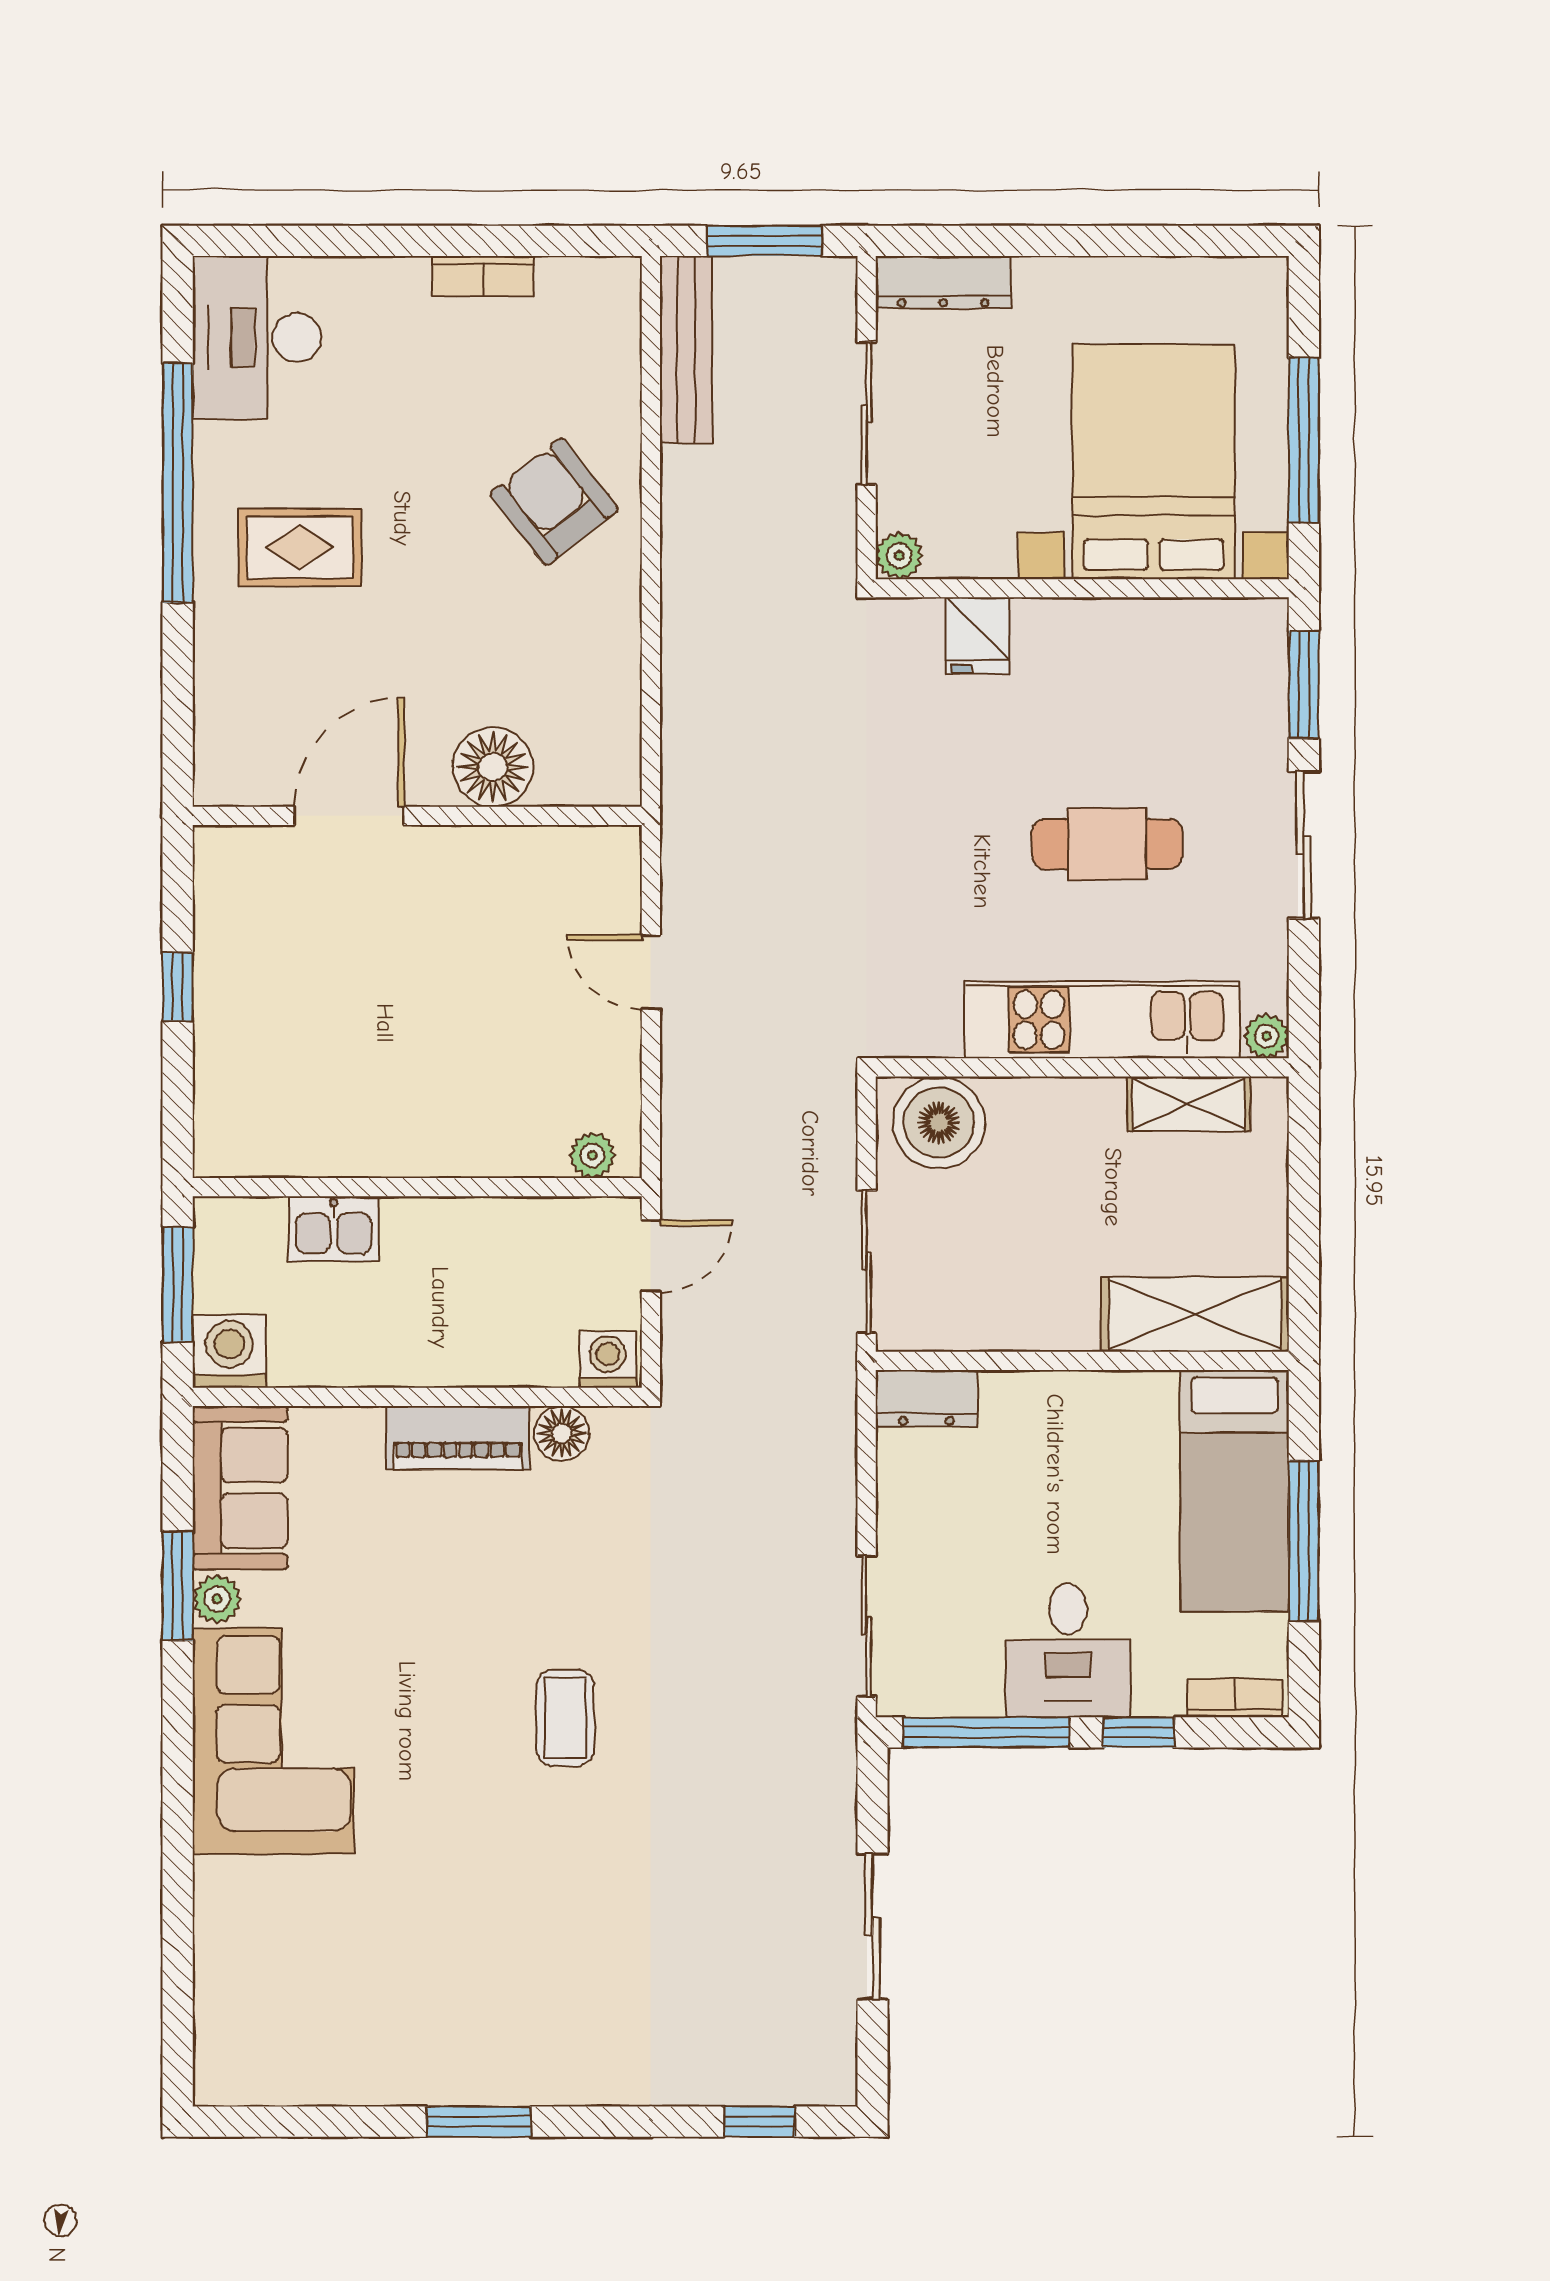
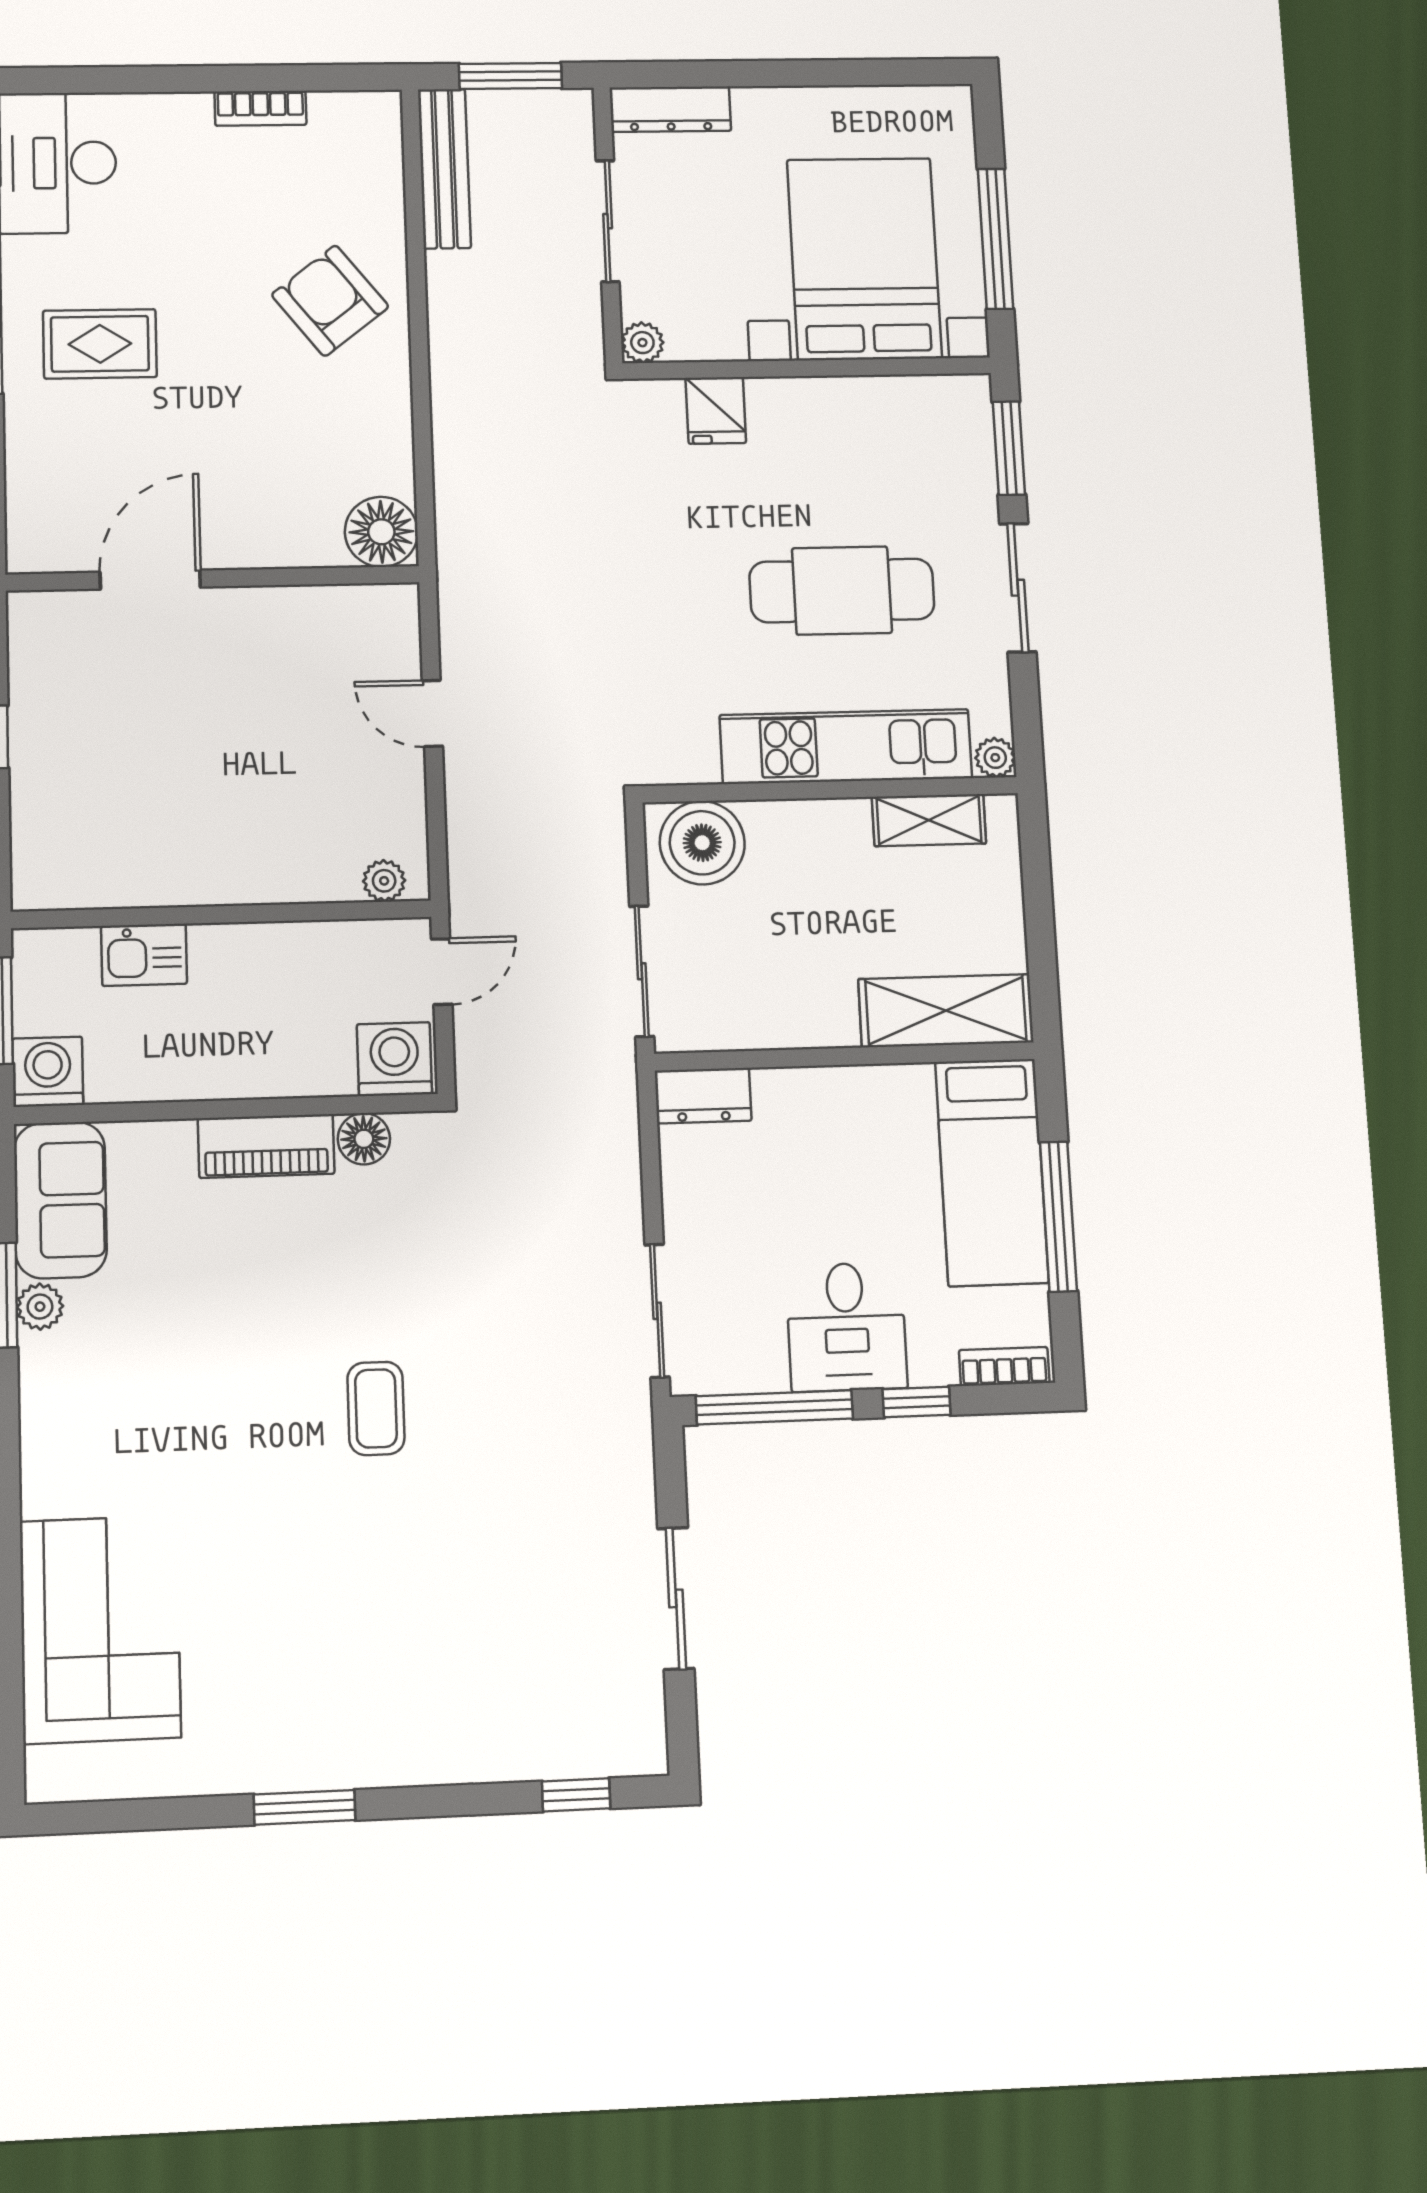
floor lamp: (493, 767) -> (381, 532), moved
cafe table: (1107, 844) -> (842, 591), width x1.37, depth x1.35
washing machine: (608, 1360) -> (394, 1059), width x1.38, depth x1.38
corner sofa: (273, 1741) -> (100, 1629), moved

